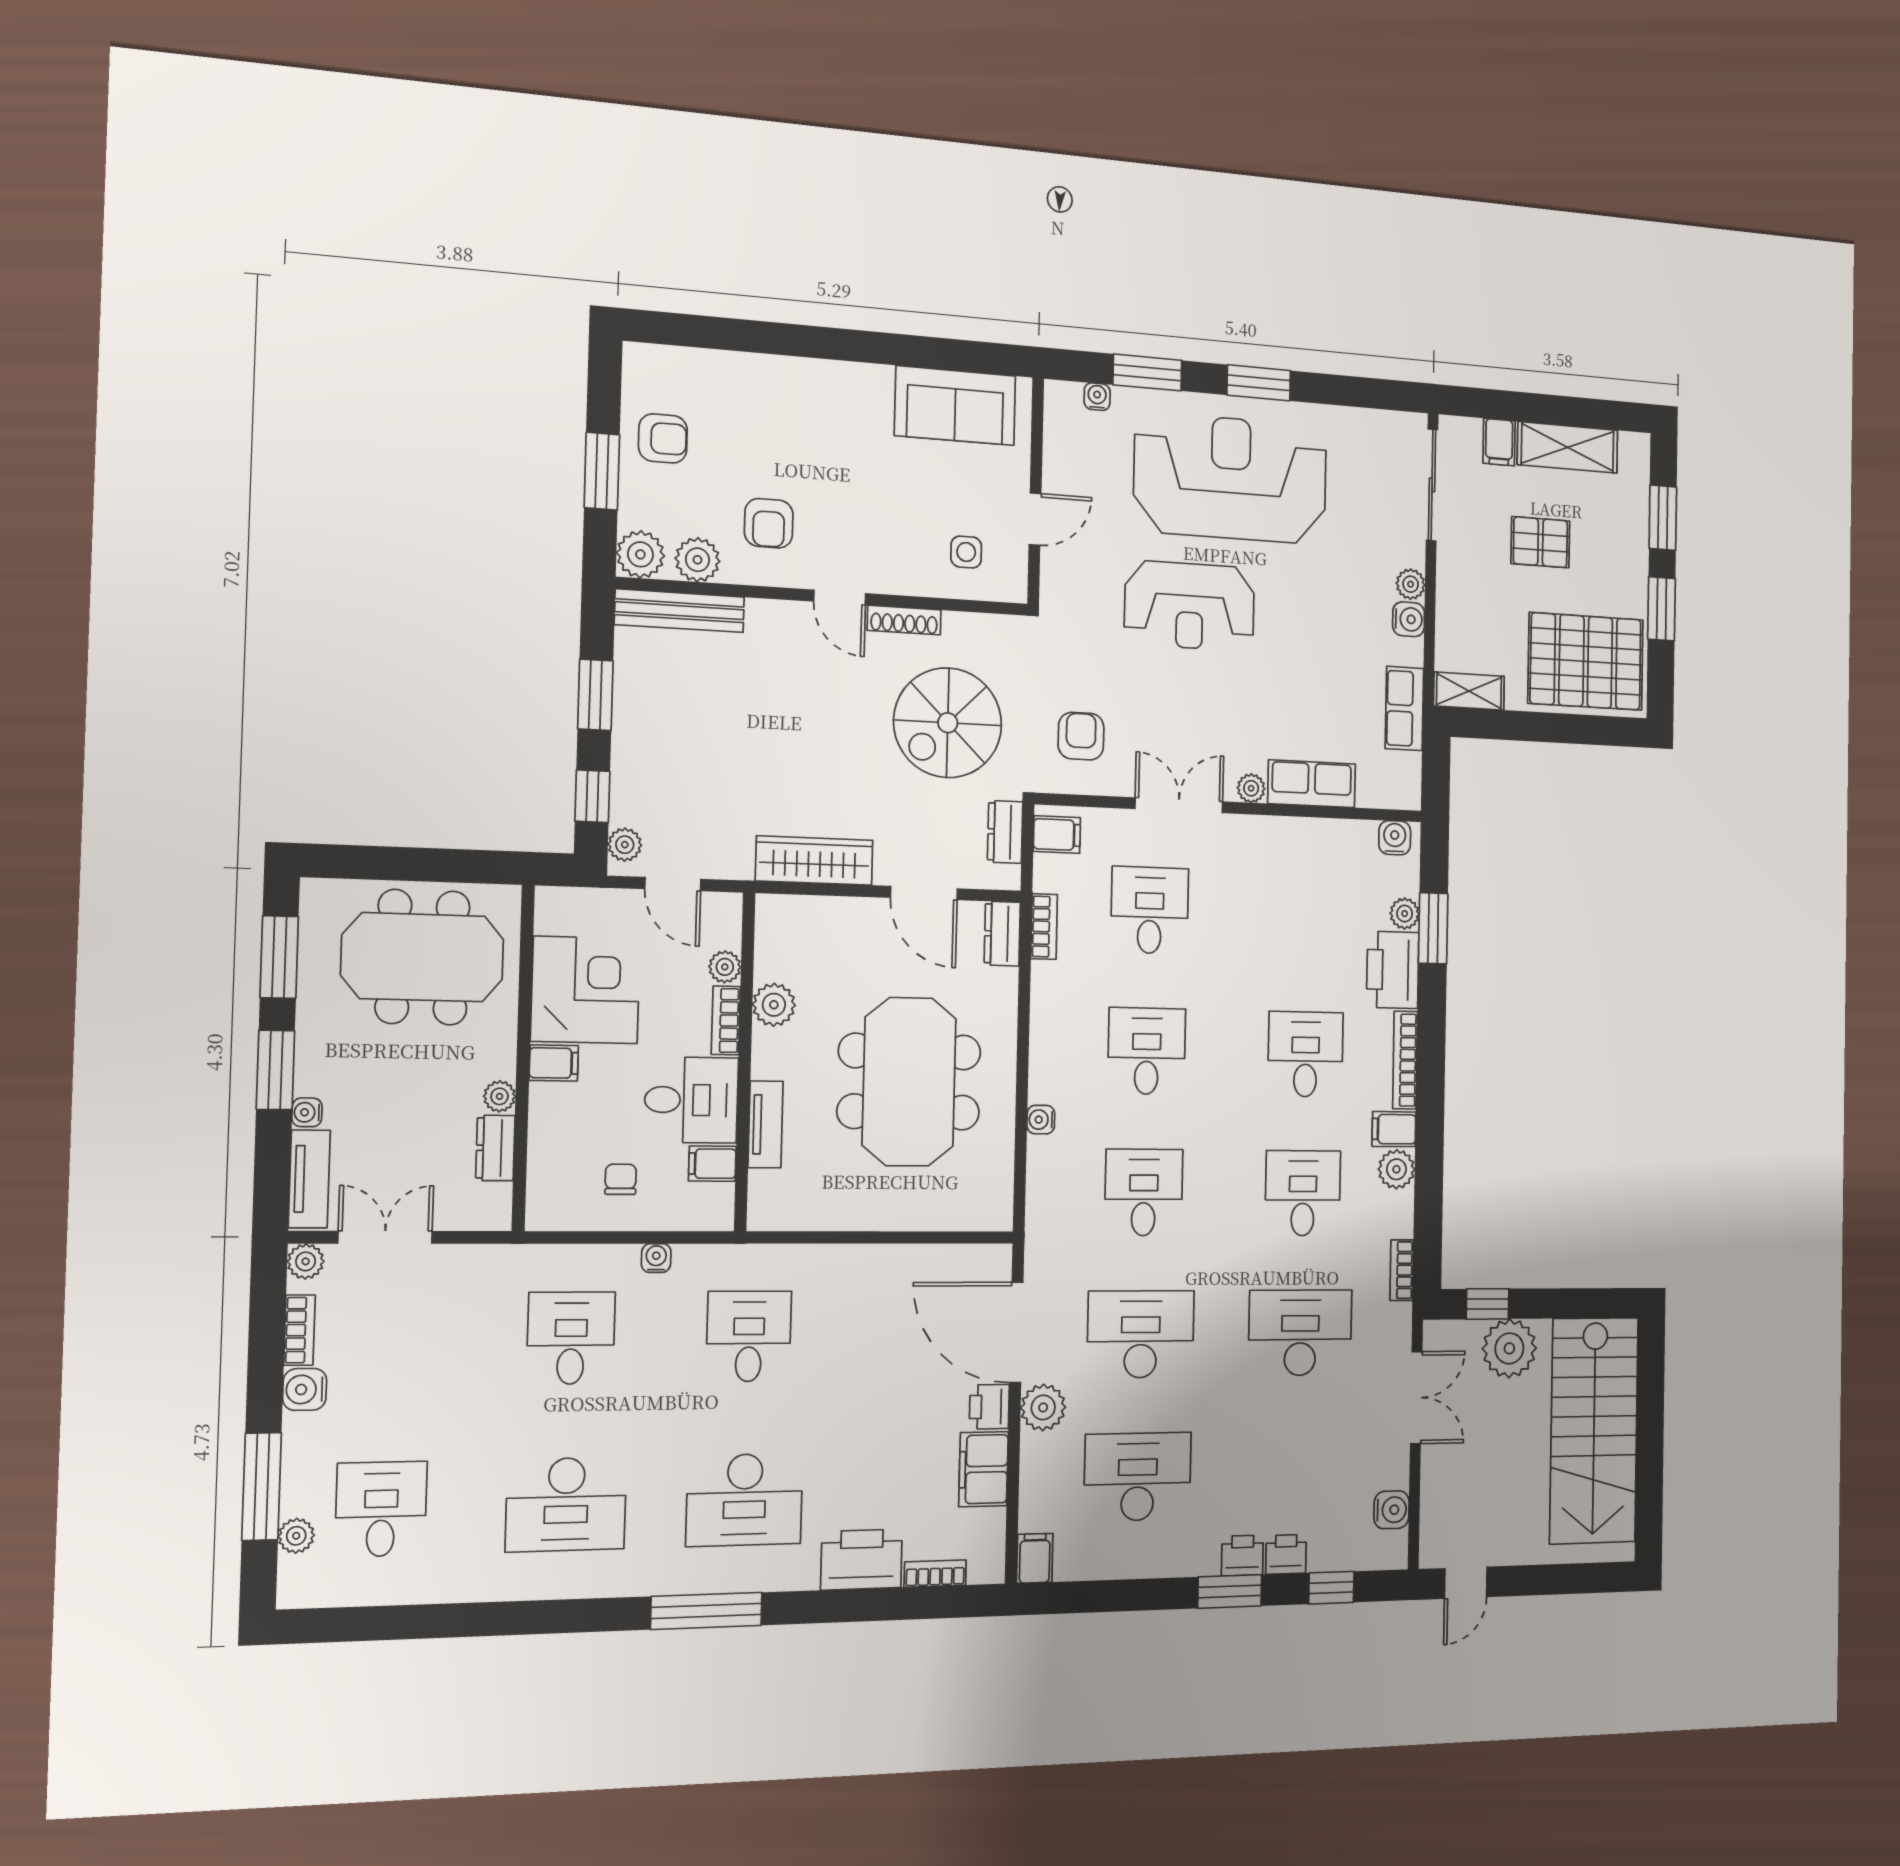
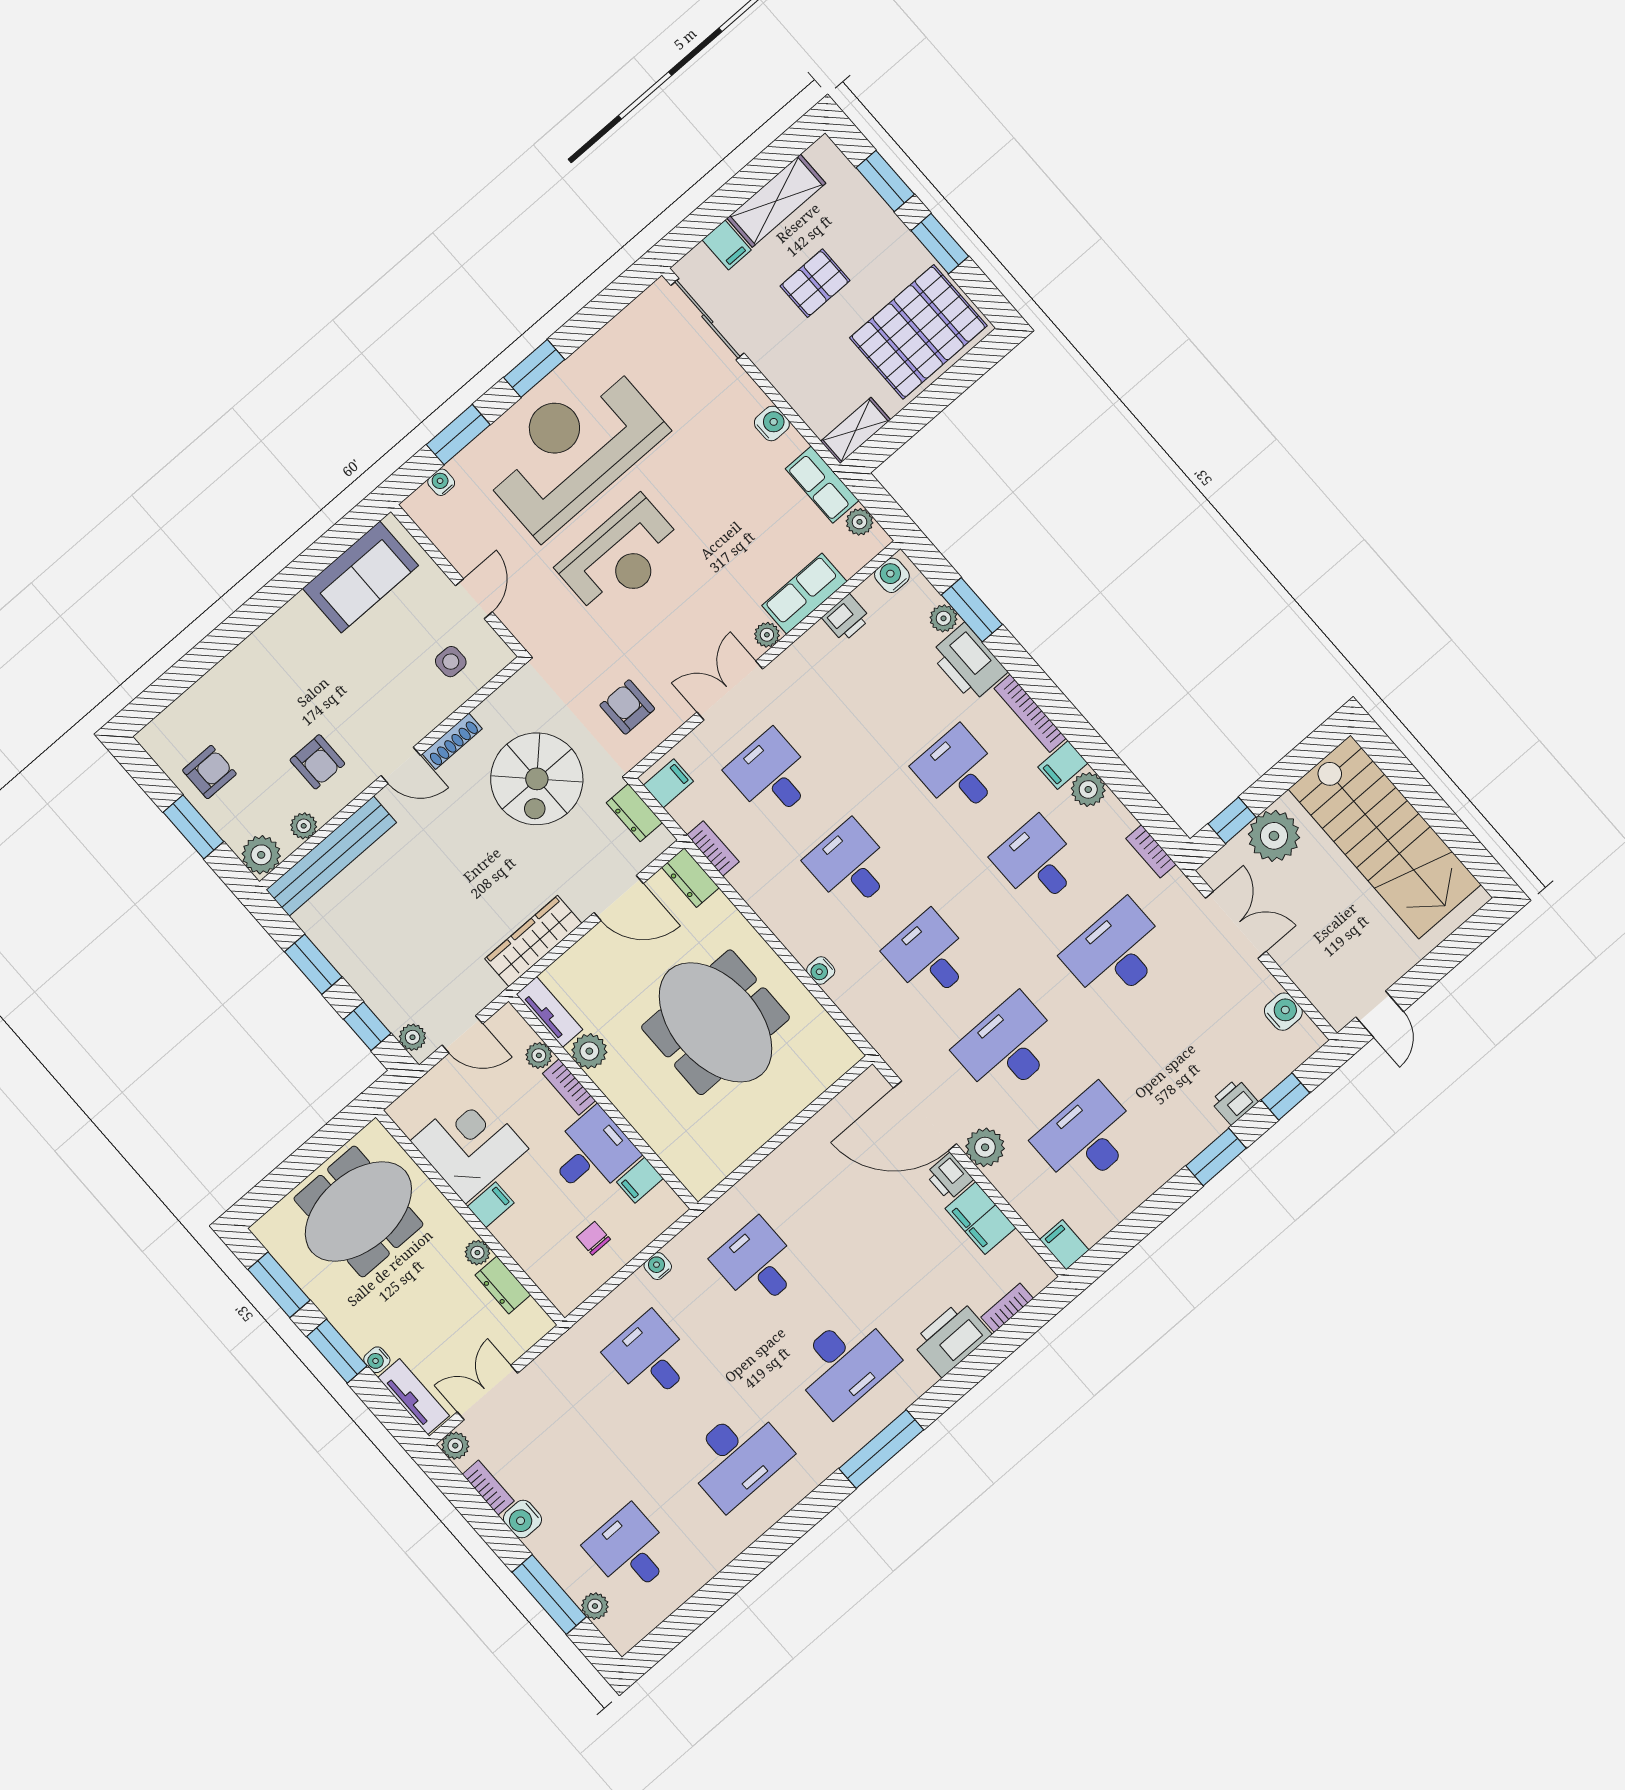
plant: (697, 560) -> (304, 826), width x0.73, depth x0.73
plant: (1411, 584) -> (859, 522), moved
bench: (680, 611) -> (331, 856), width x1.37, depth x1.21
tv unit: (766, 1124) -> (549, 1012), moved
printer: (1242, 1555) -> (846, 618), moved, turned 180

